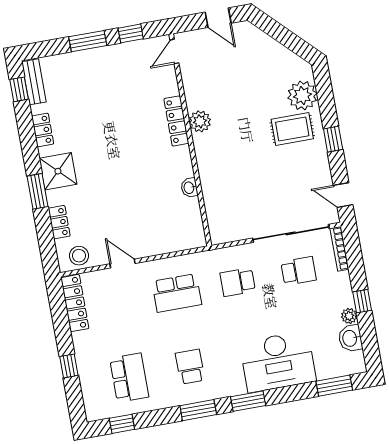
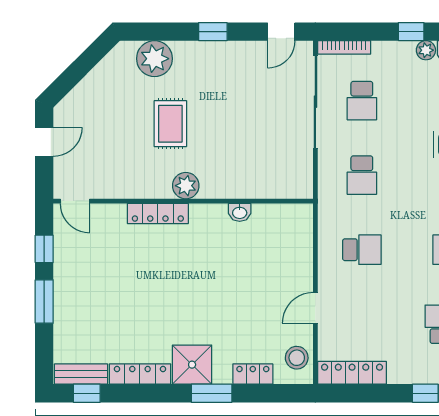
plant: (200, 121) -> (186, 186), moved
rug: (292, 129) -> (170, 124), moved
locker: (43, 130) -> (140, 374), width x1.53
school desk: (299, 271) -> (362, 101), turned 180
school desk: (177, 293) -> (362, 250), width x0.54

